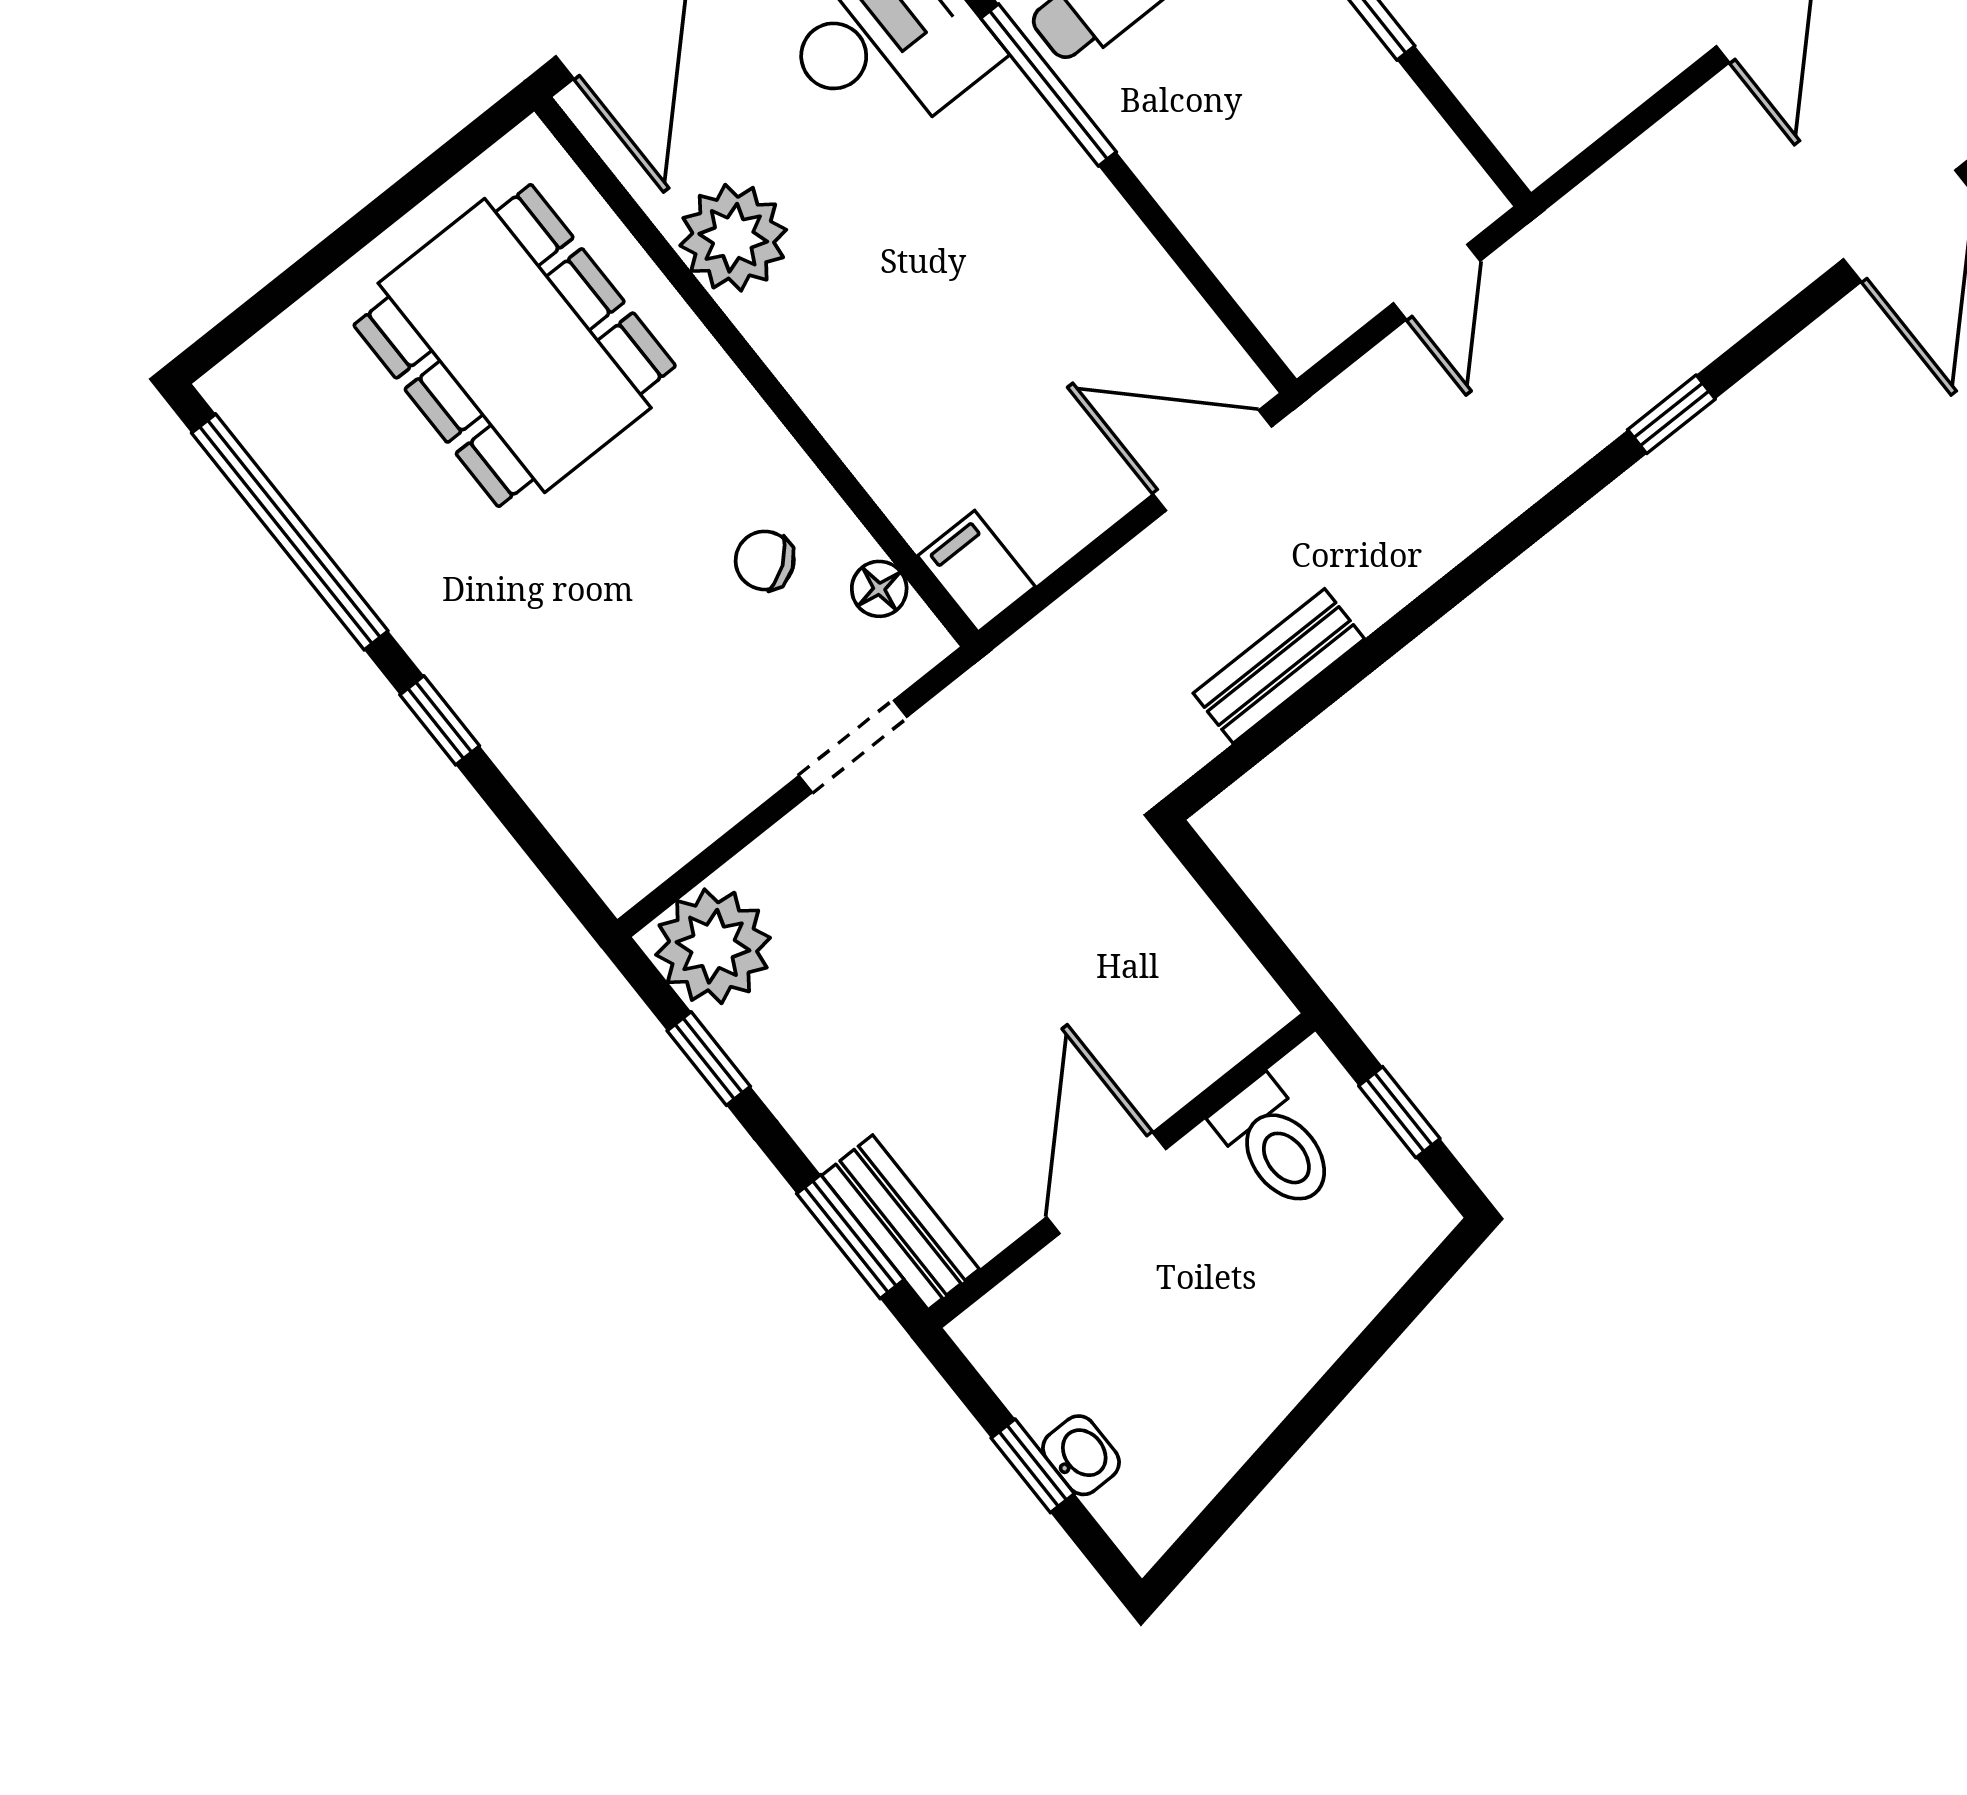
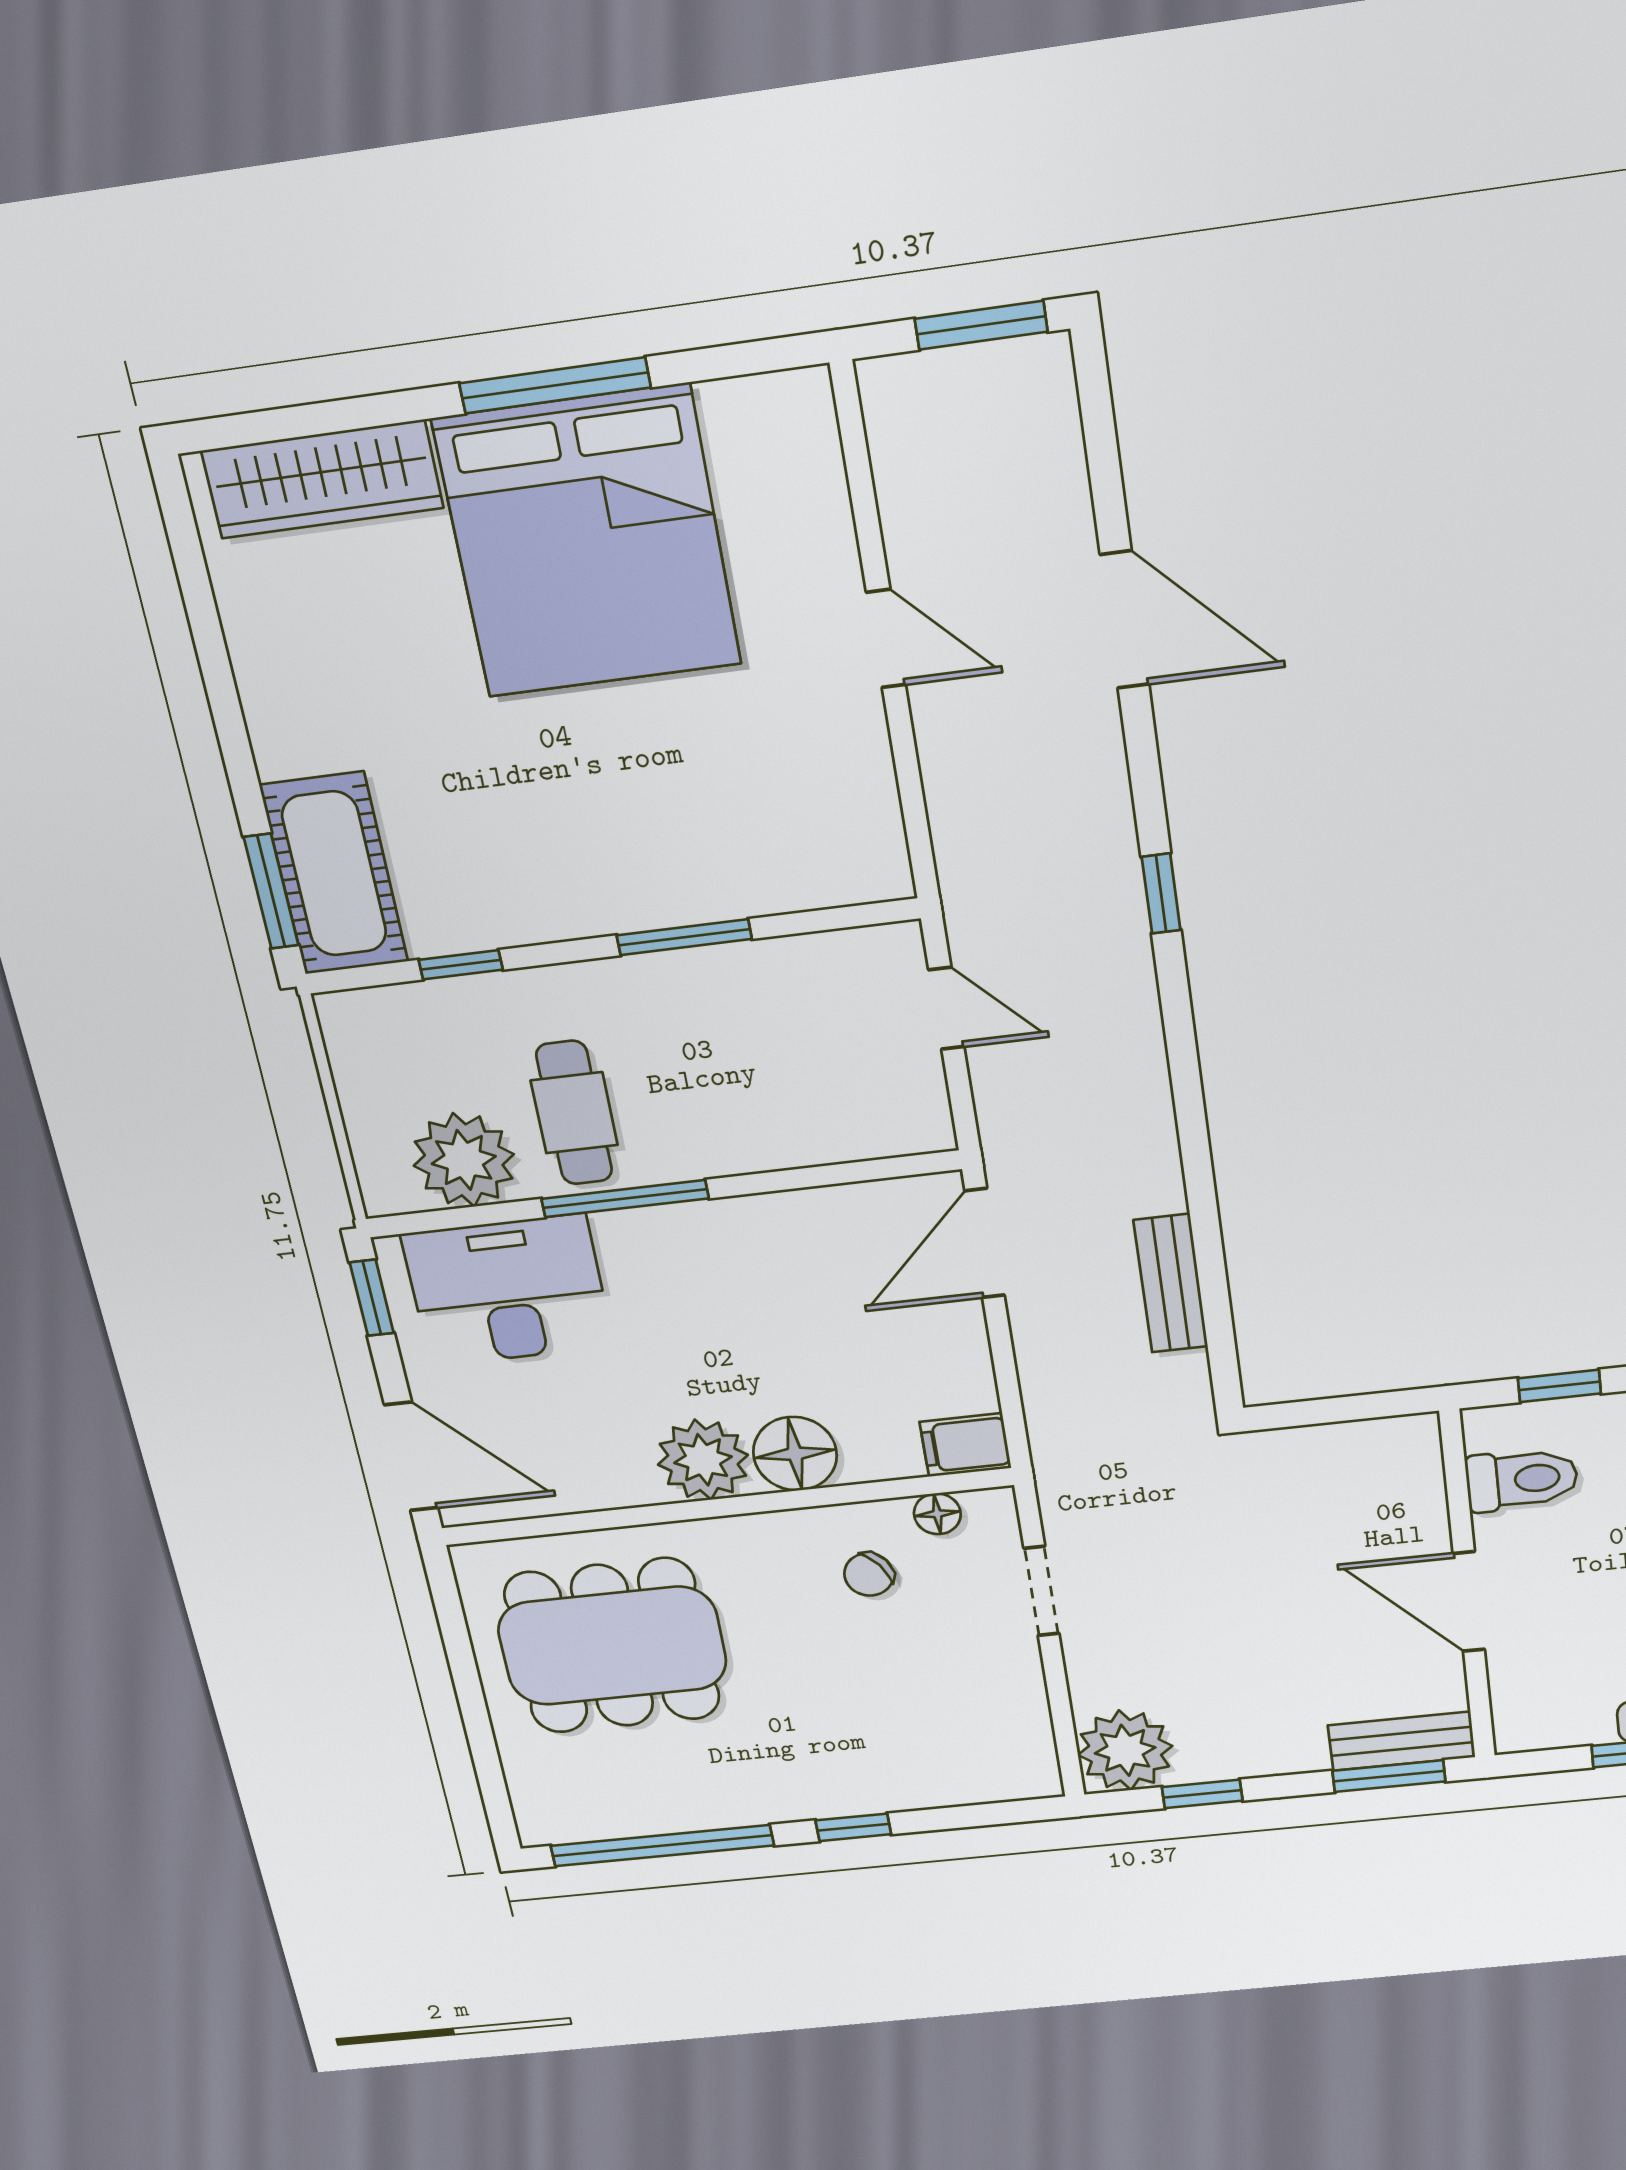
plant: (733, 238) -> (703, 1460), moved
floor lamp: (862, 407) -> (795, 1454), added

